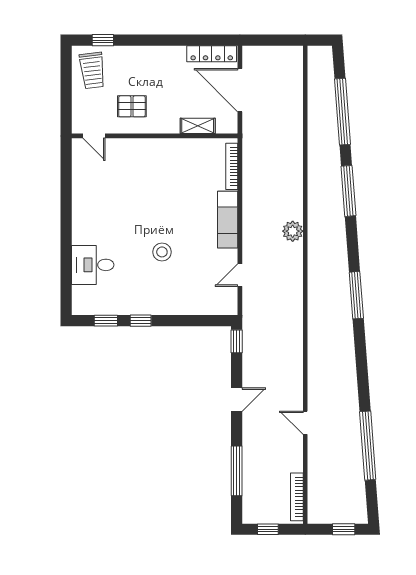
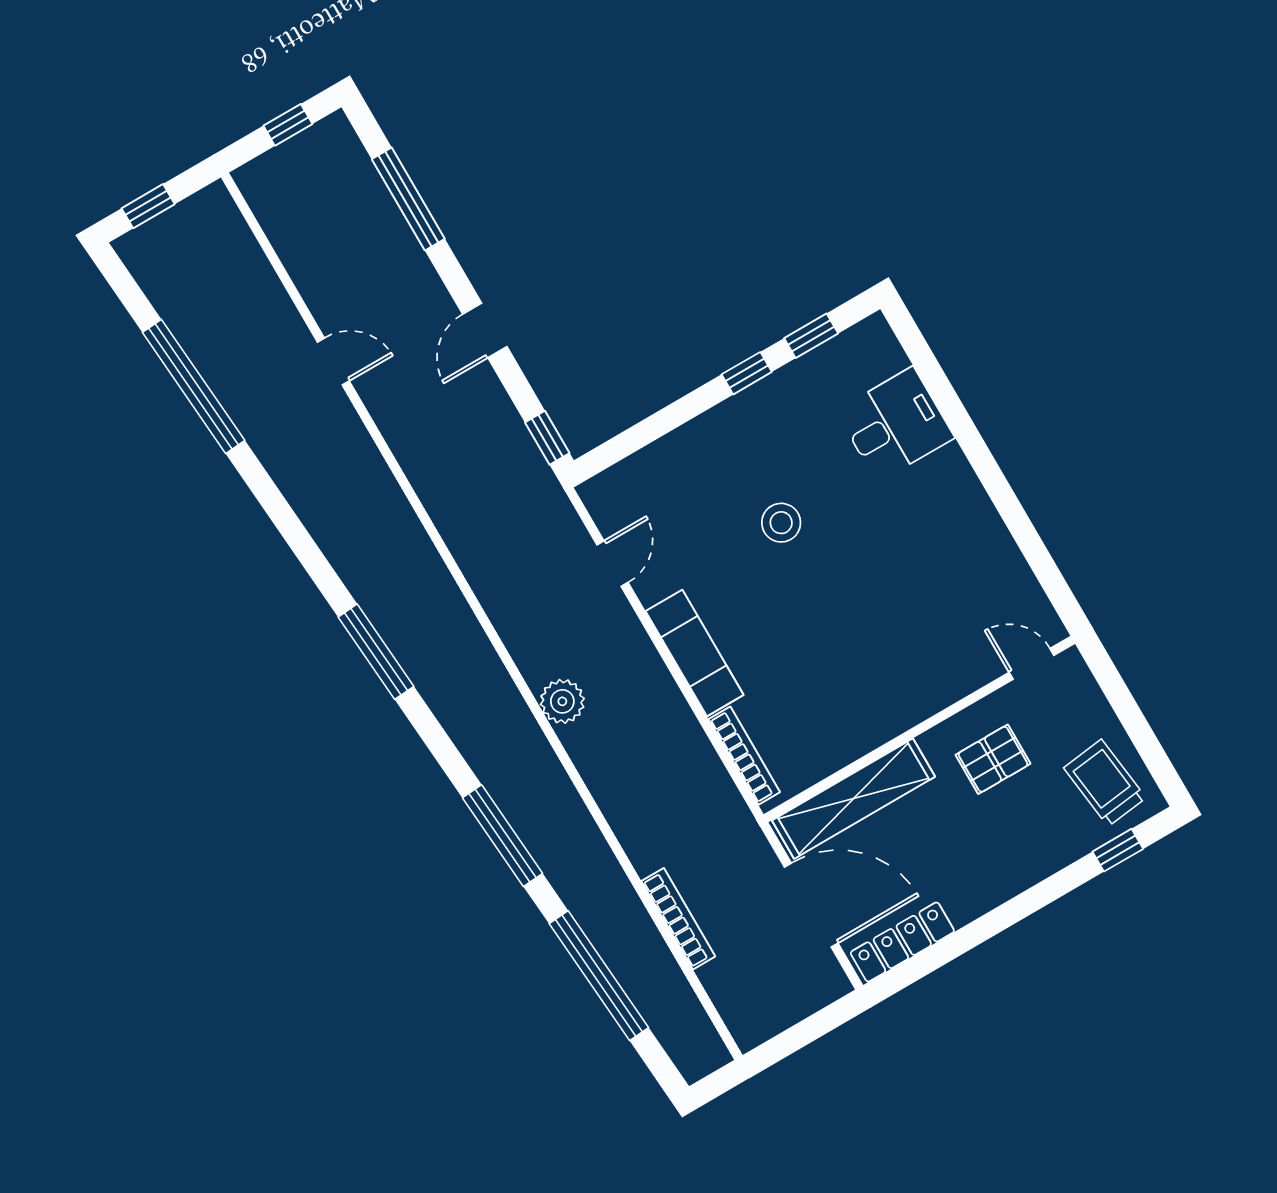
shelving: (198, 126) -> (853, 799), width x2.20, depth x1.33
bookcase: (297, 497) -> (678, 919), moved

